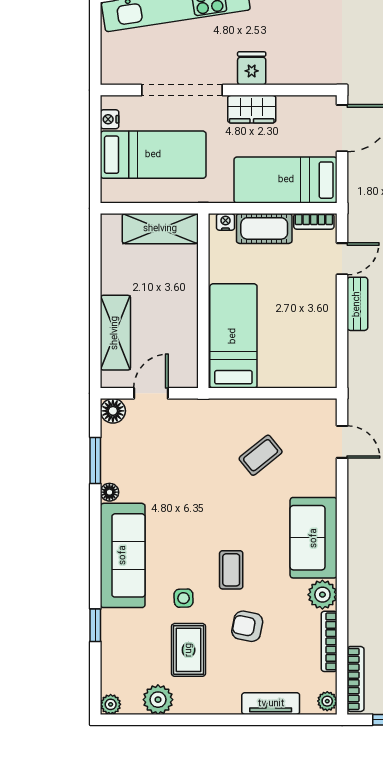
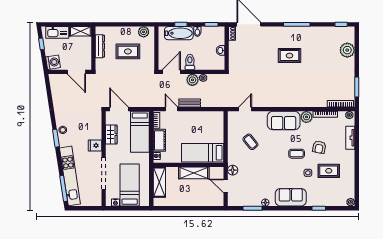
wardrobe: (252, 109) -> (111, 135), moved
shelving: (115, 333) -> (194, 173), moved
floor lamp: (113, 411) -> (233, 170), moved
sofa: (123, 555) -> (291, 197), width x0.73
plant: (158, 700) -> (349, 183), removed

